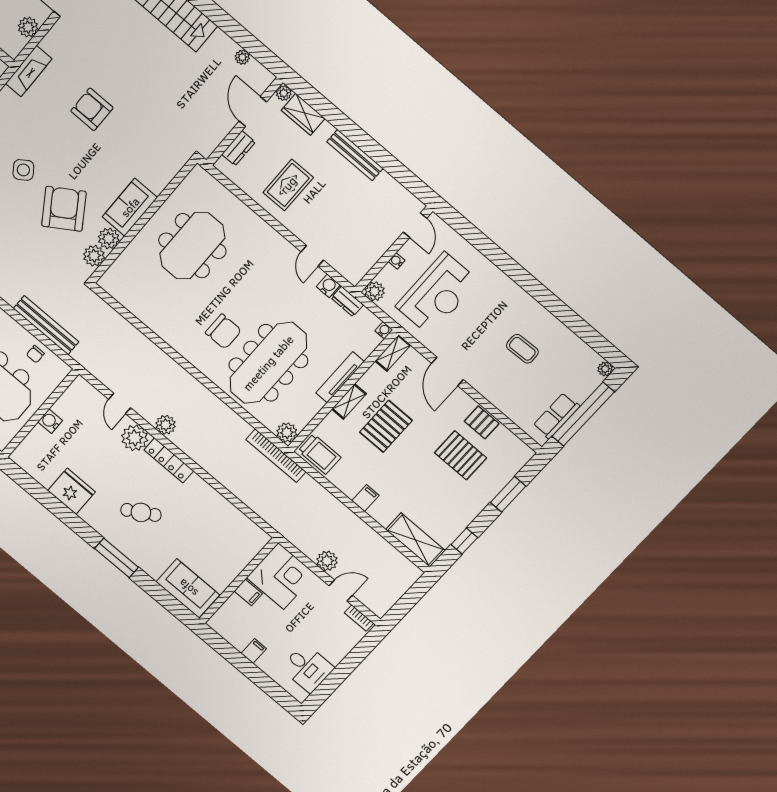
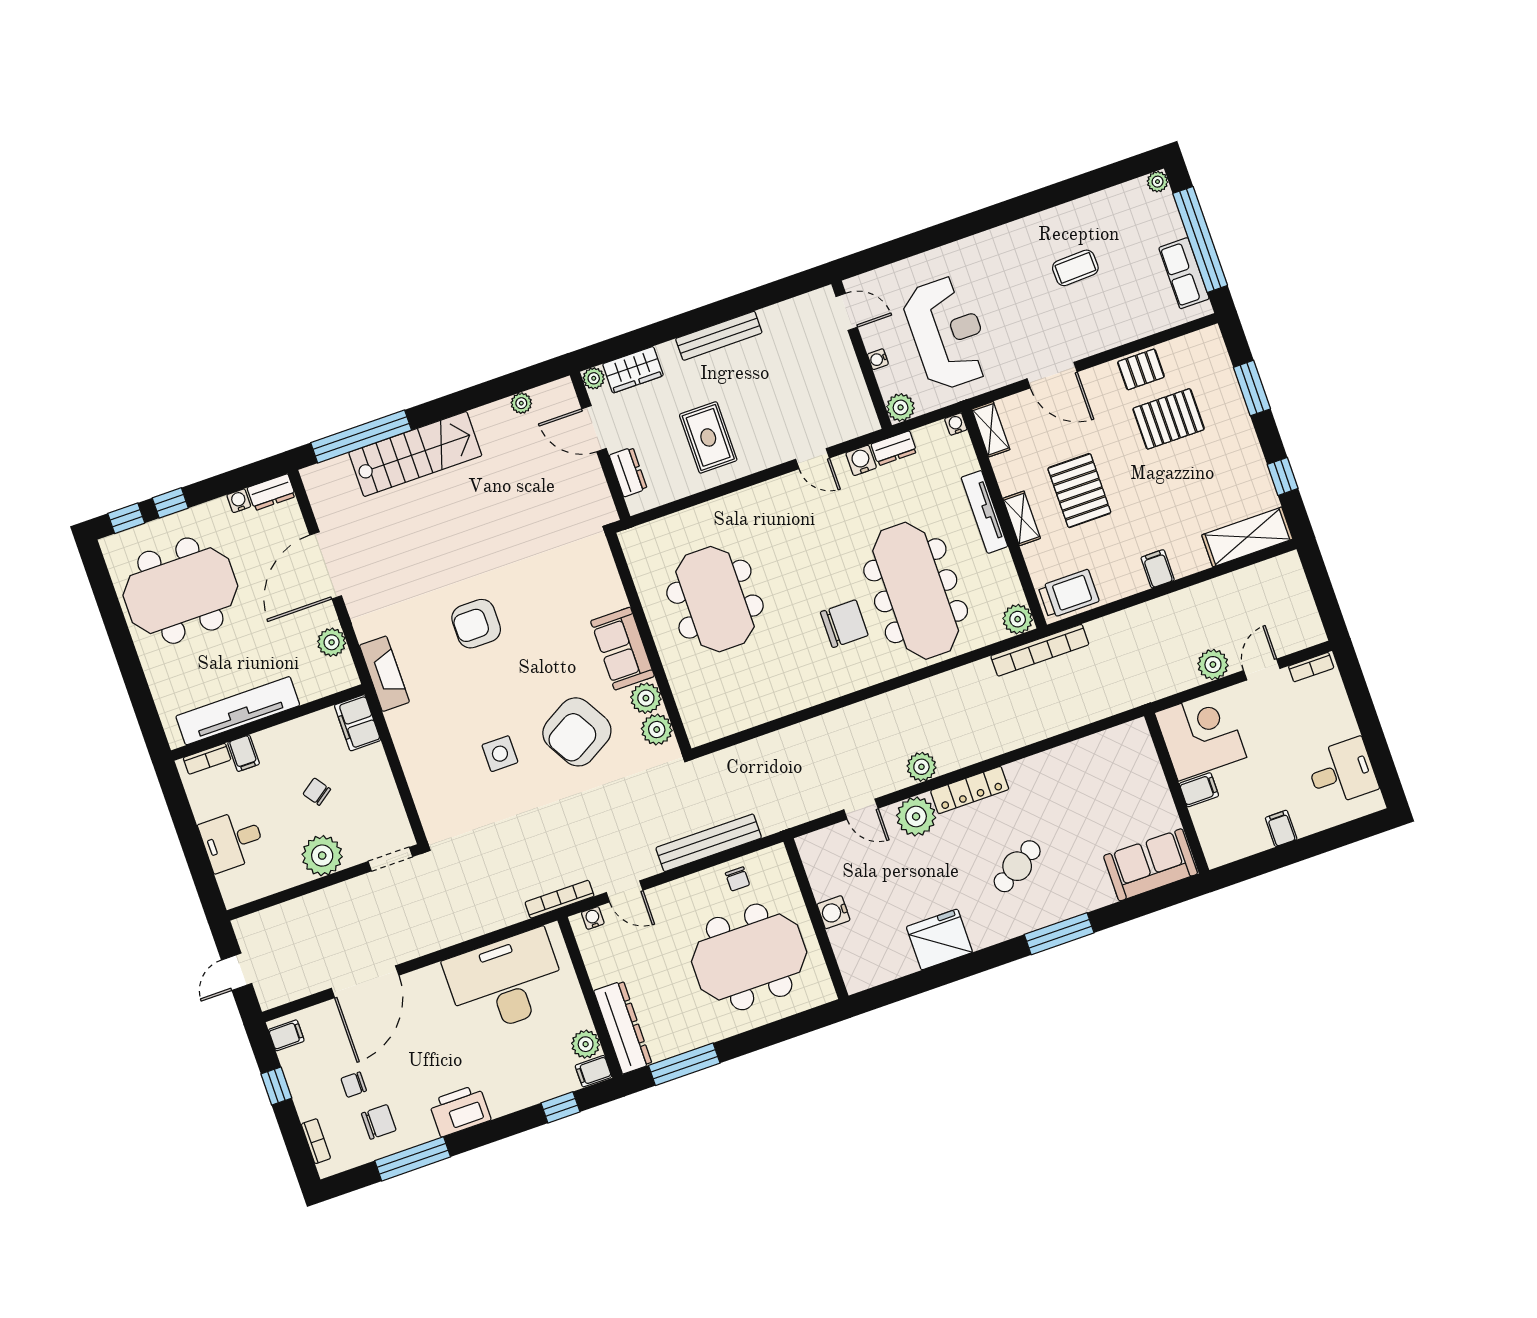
side table: (23, 170) -> (500, 754), turned 35
armchair: (64, 209) -> (577, 732), turned -87

